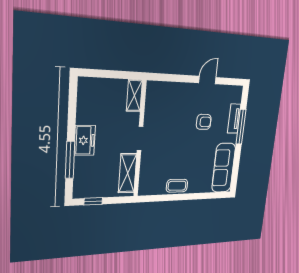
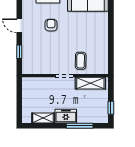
window: (176, 78) -> (19, 52), added
shelving: (134, 96) -> (43, 118), moved
coffee table: (177, 186) -> (81, 61), moved

